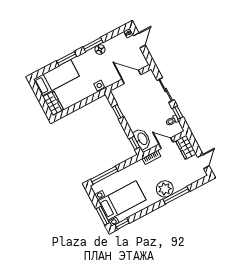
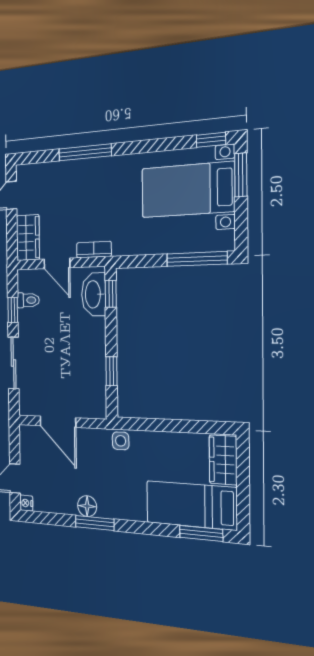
window: (67, 59) -> (201, 533), moved
plant: (165, 189) -> (99, 175), removed

